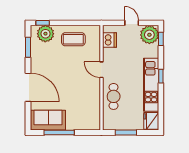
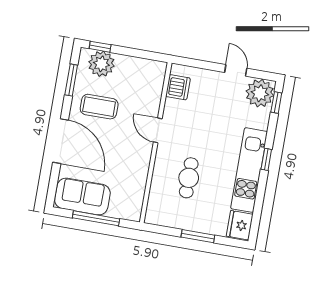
coffee table: (73, 39) -> (99, 107), moved
dishwasher: (109, 40) -> (178, 87), moved
door: (101, 70) -> (158, 130), moved
wall: (101, 78) -> (156, 143), moved

